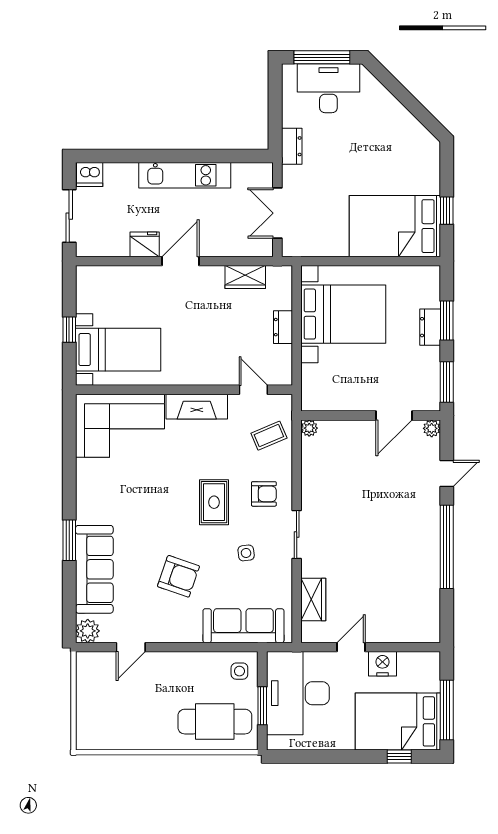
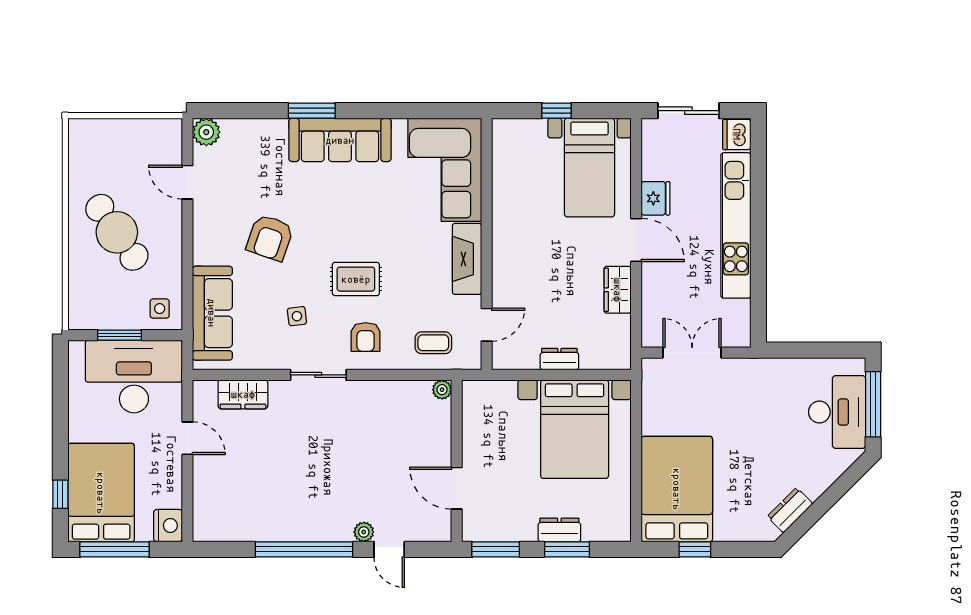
dresser: (292, 146) -> (790, 510), moved, turned 135
kitchen unit: (185, 175) -> (736, 225), width x1.36
wardrobe: (245, 277) -> (618, 290), moved
bed with nightstands: (118, 350) -> (589, 168), moved
plant: (432, 428) -> (364, 532), moved
coffee table: (269, 436) -> (433, 343), turned -67
sofa: (94, 569) -> (340, 140), moved
nightstand: (382, 664) -> (168, 525), moved
cafe table: (215, 722) -> (117, 232), moved, turned -35

